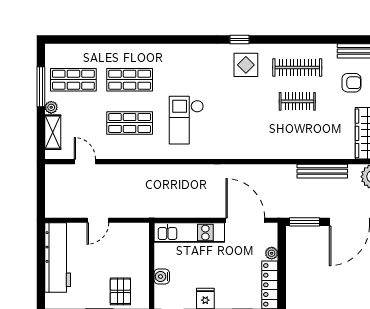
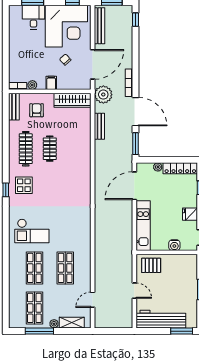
checkout: (186, 120) -> (32, 231), moved
bench: (322, 171) -> (99, 126), width x0.73
window: (41, 287) -> (182, 331), added
pallet: (120, 291) -> (151, 265), moved

